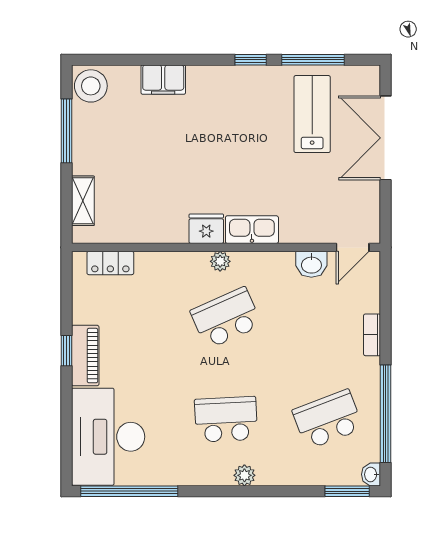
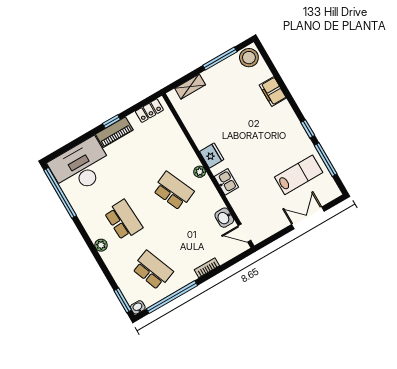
double door: (386, 138) -> (308, 218), width x0.73
kitchen sink: (252, 230) -> (226, 182), width x0.73
locker: (110, 263) -> (149, 111), moved, turned -90

